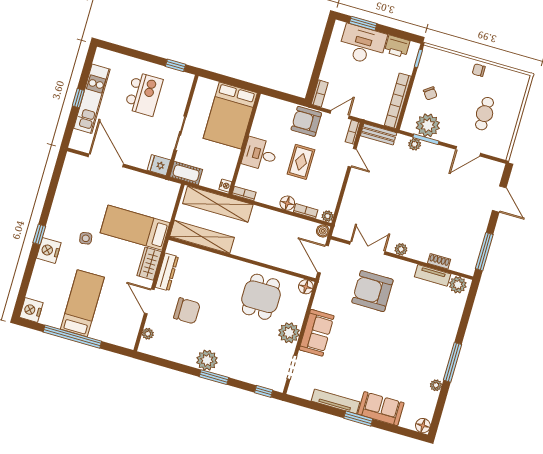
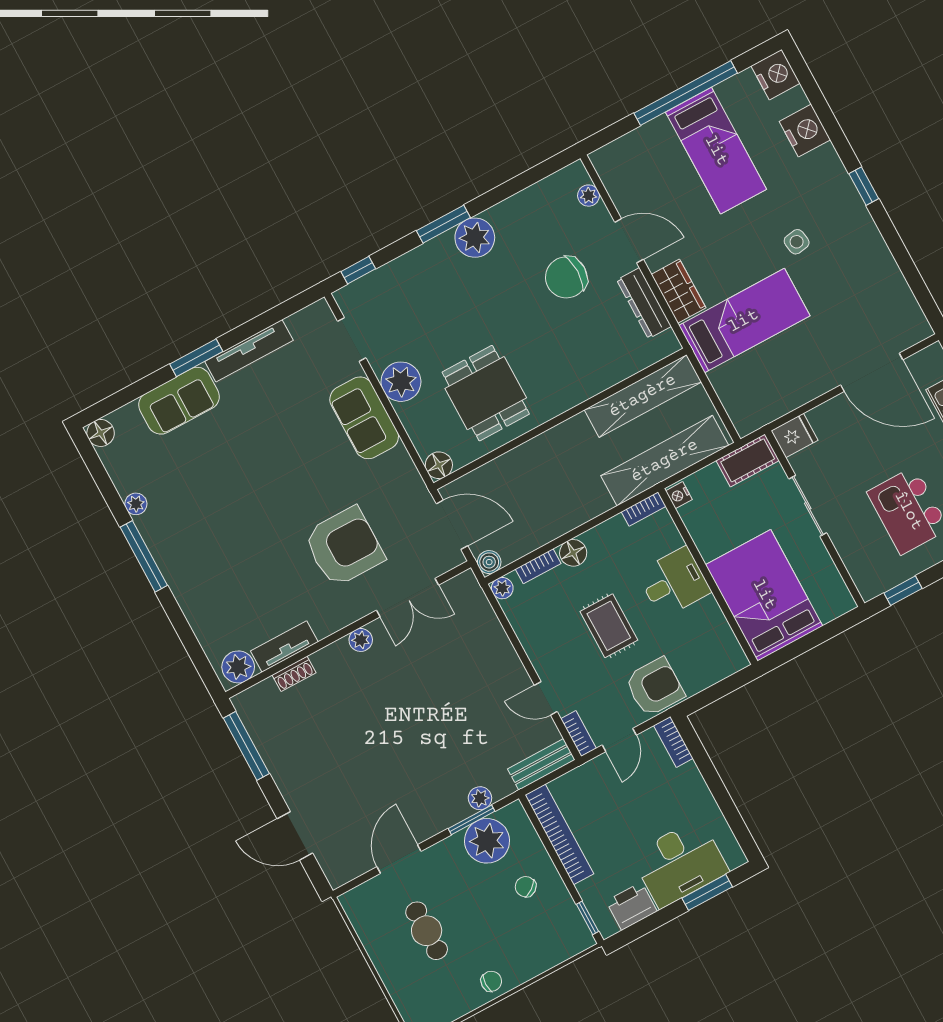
nightstand: (49, 250) -> (805, 131), moved

